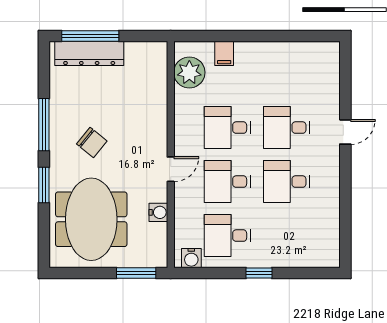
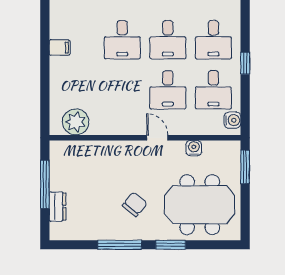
window: (90, 36) -> (45, 184), moved
dresser: (89, 53) -> (58, 206), width x0.51, depth x0.80
filing cabinet: (224, 53) -> (60, 48), moved
desk: (227, 128) -> (213, 40), moved

